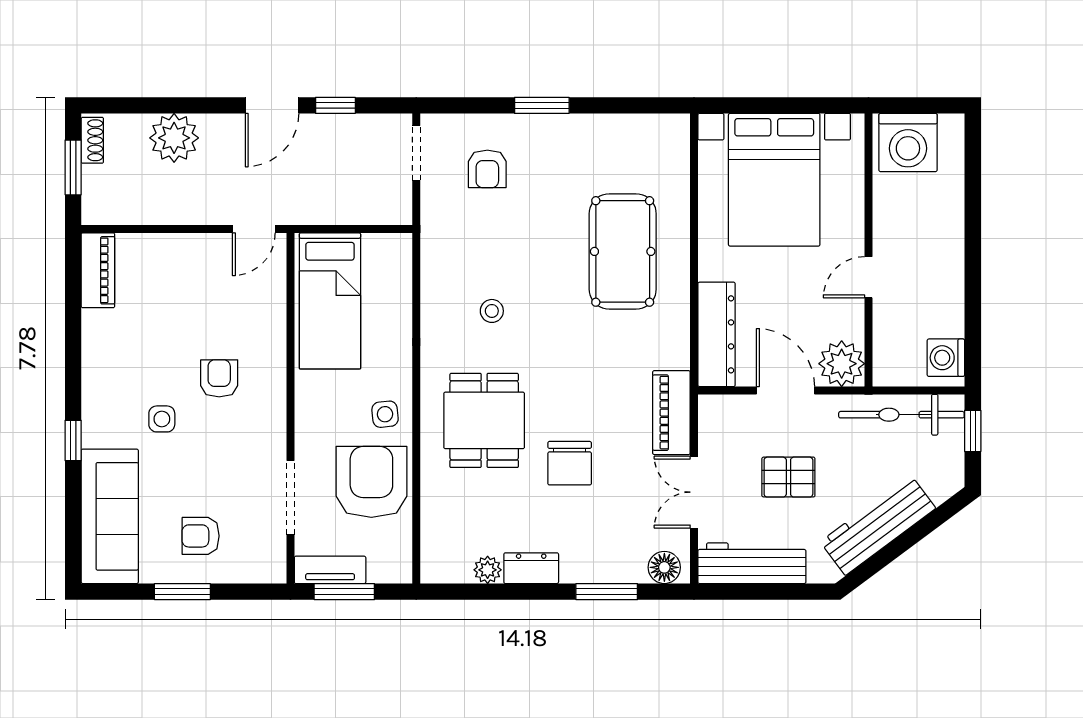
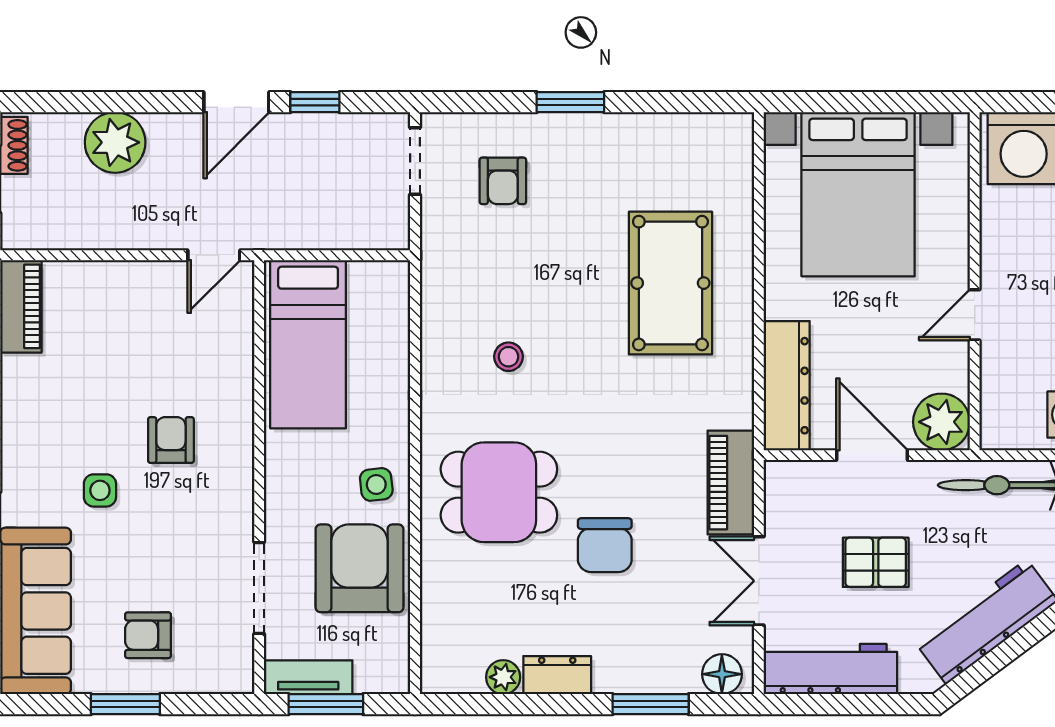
dining table: (484, 420) -> (499, 492), turned 90

